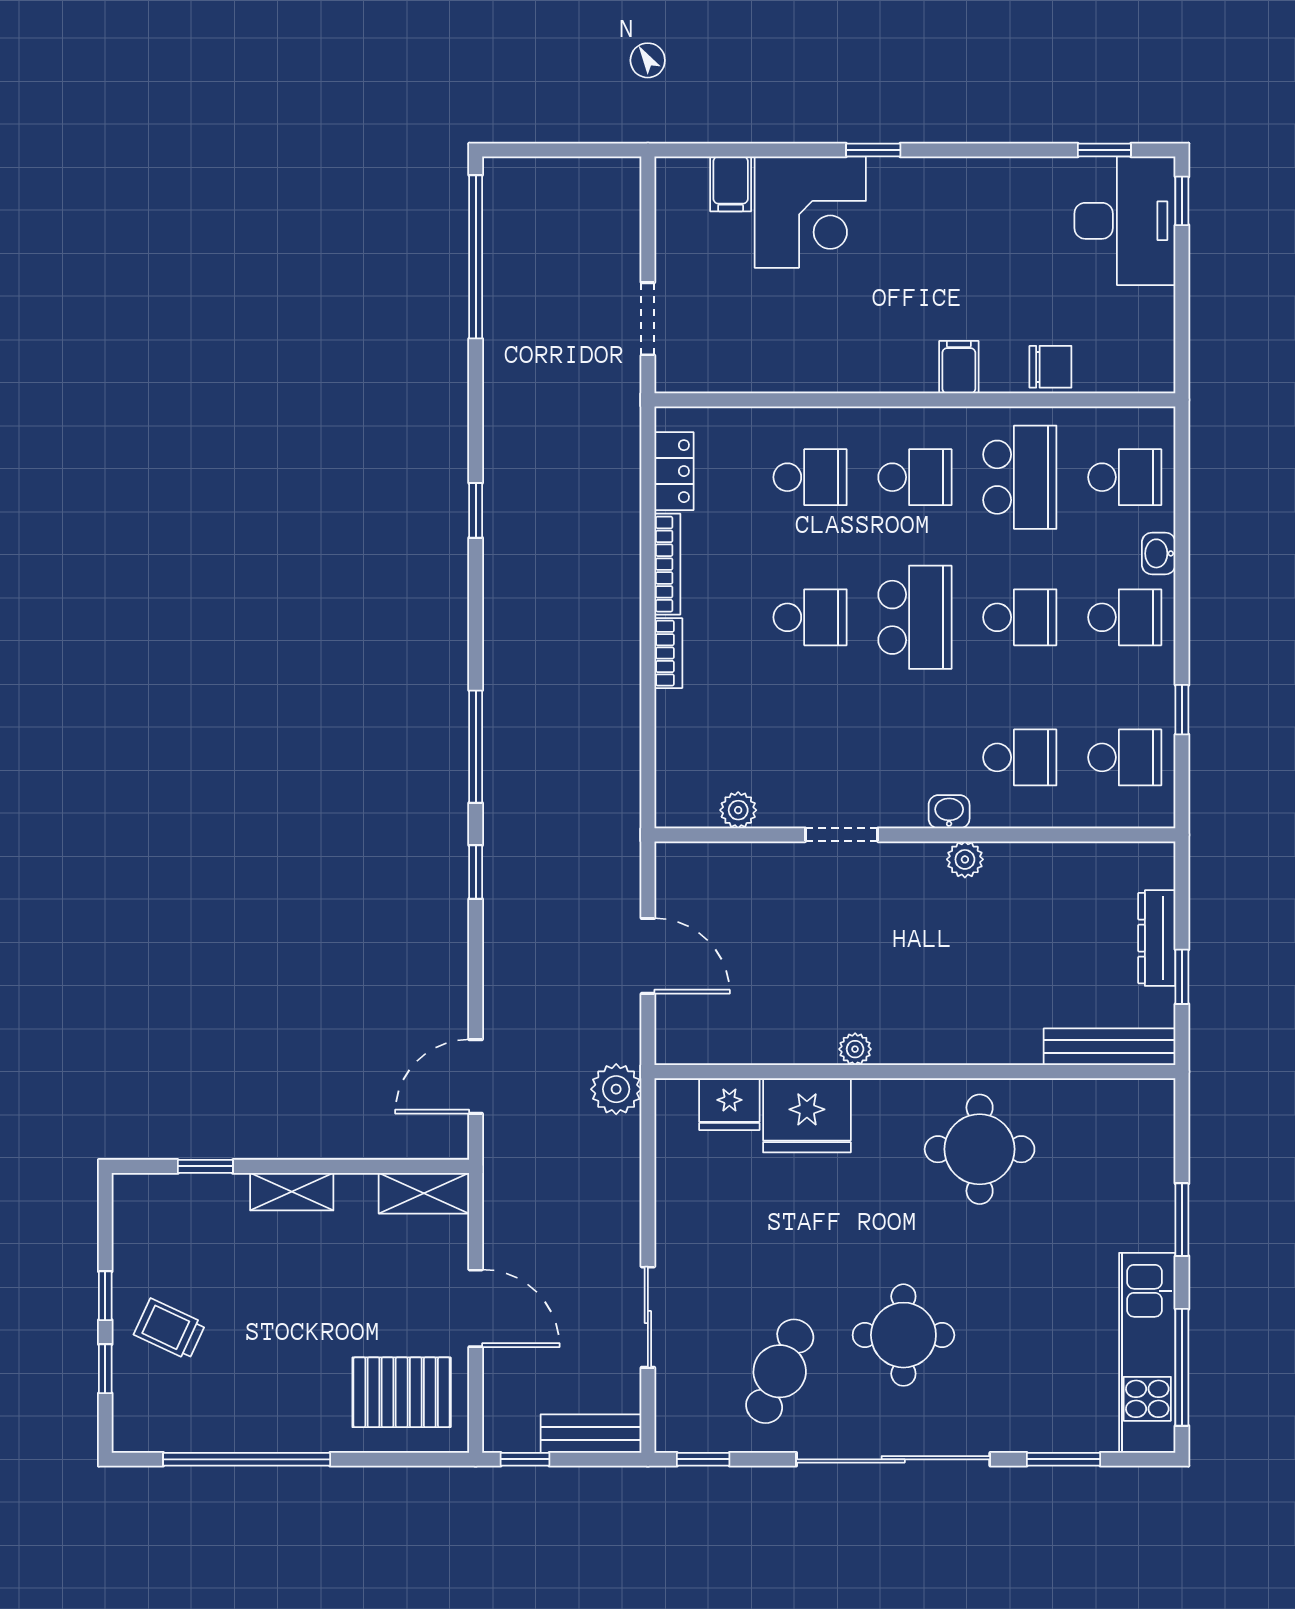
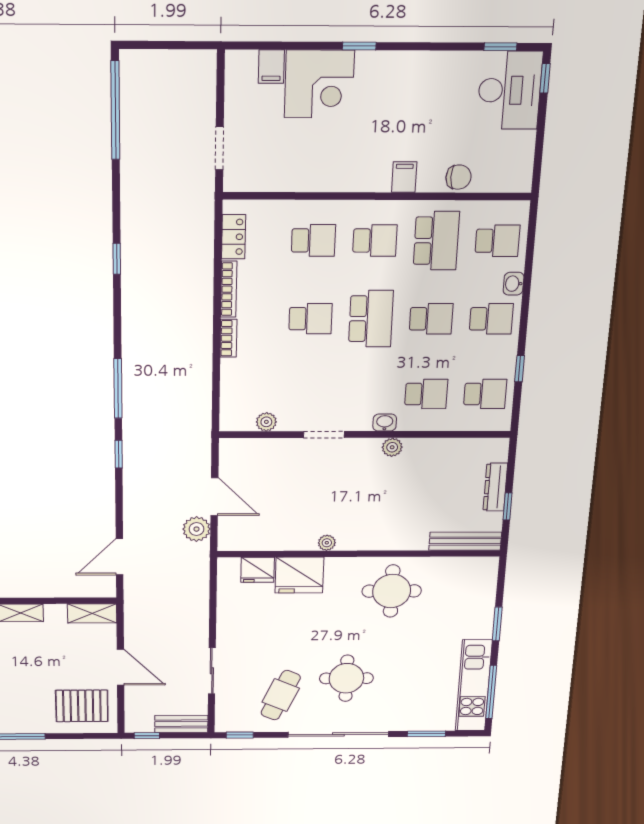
plant: (616, 1089) -> (196, 529), moved

